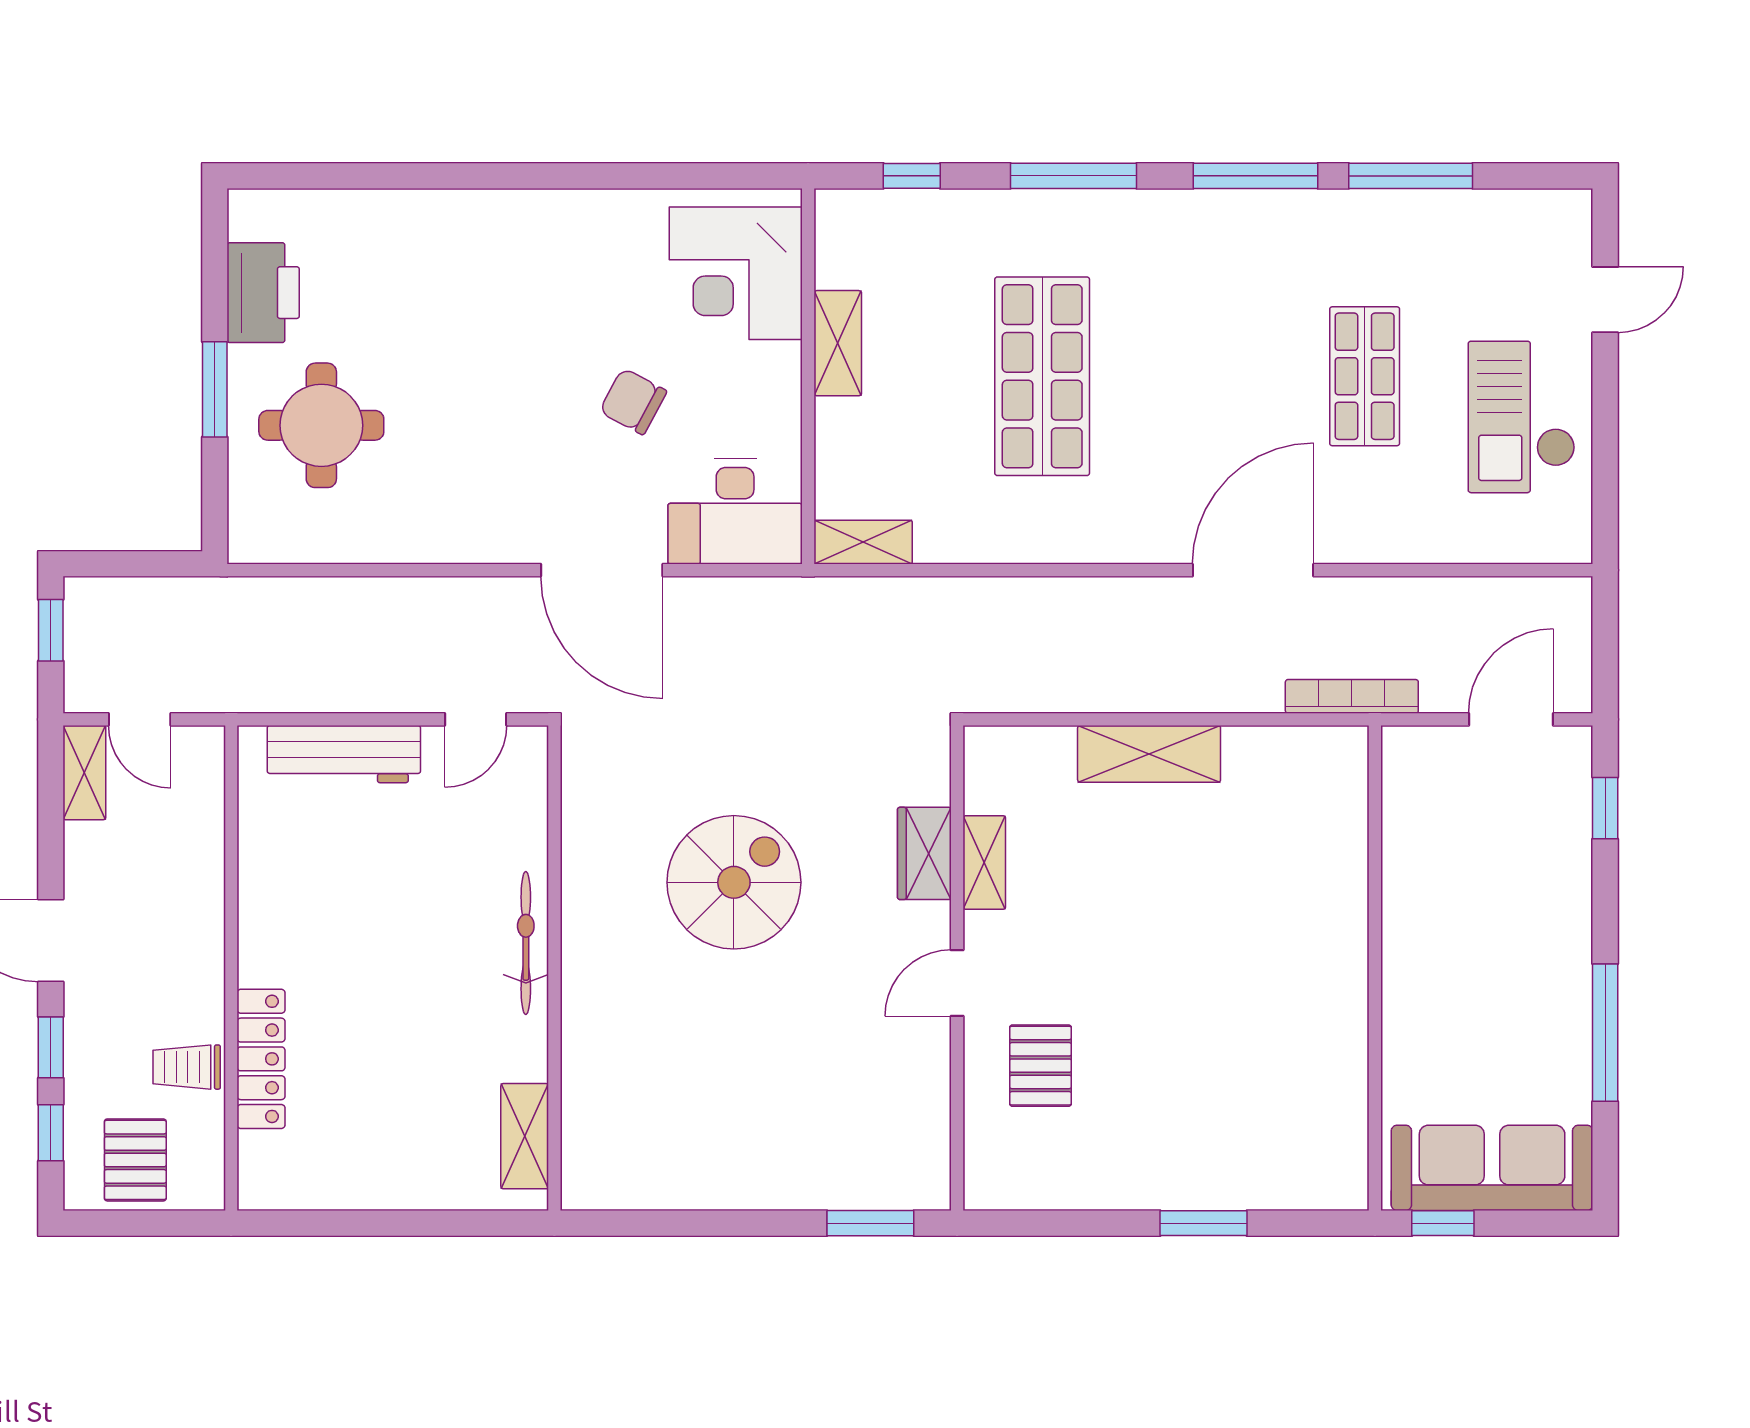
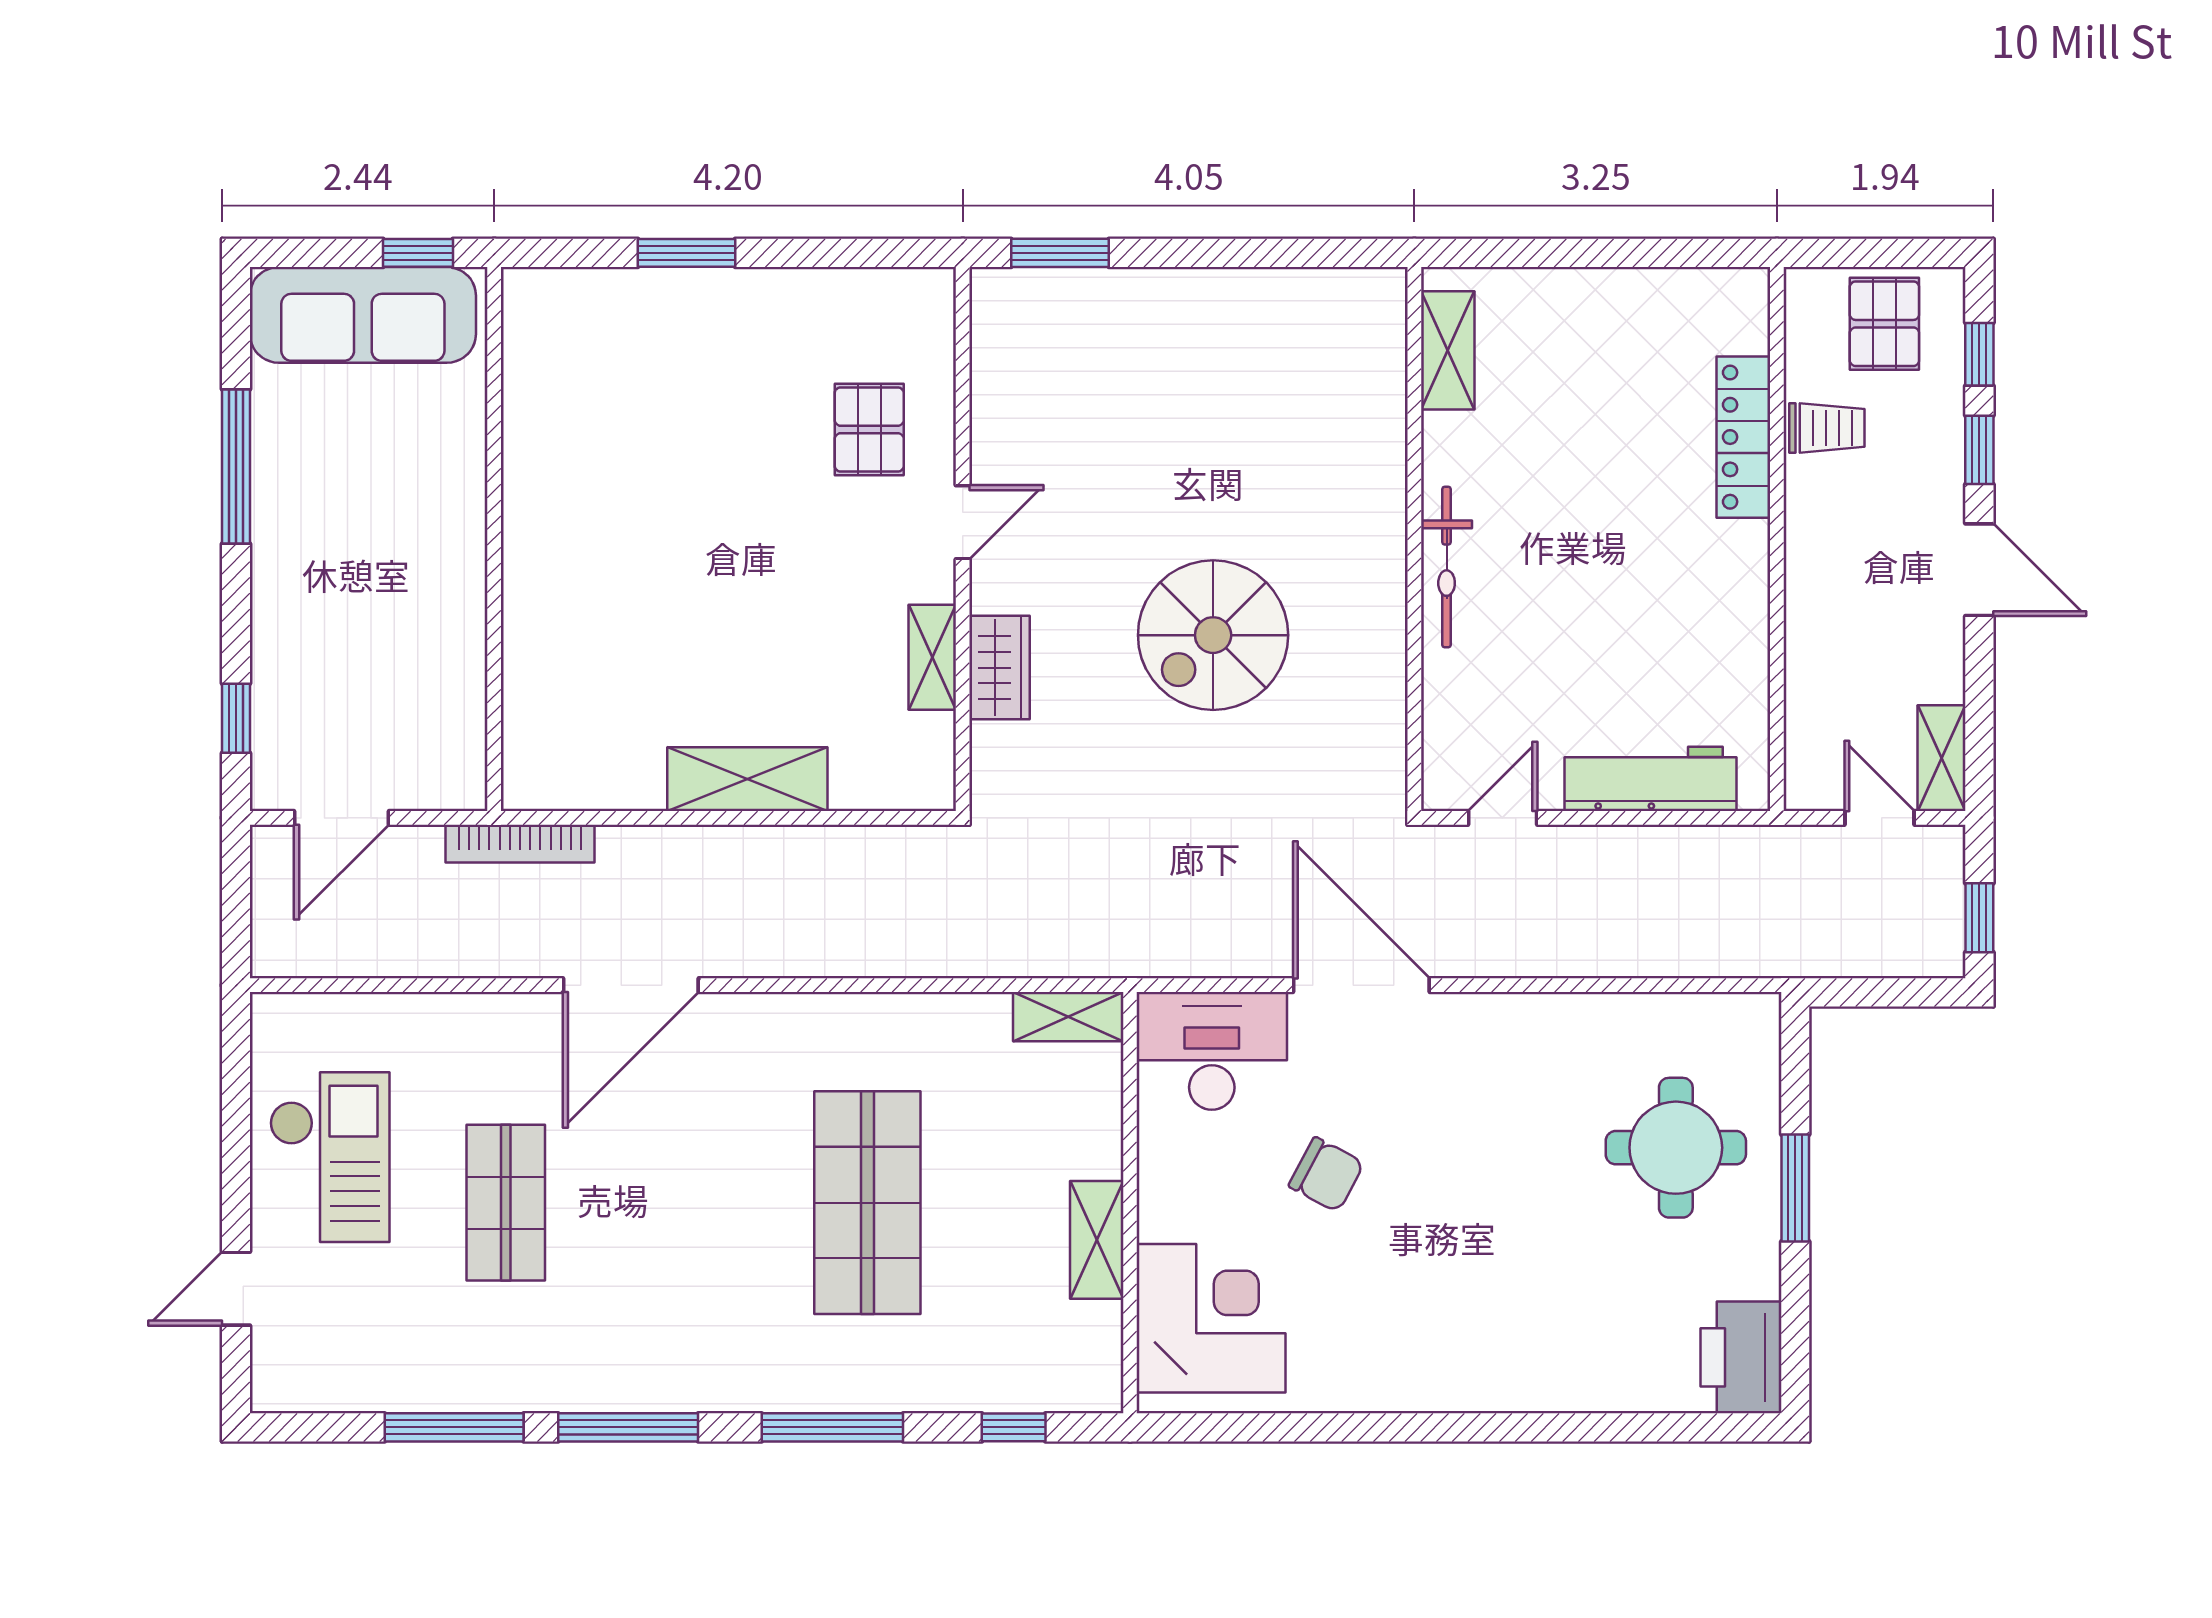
printer: (263, 293) -> (1741, 1357), moved

